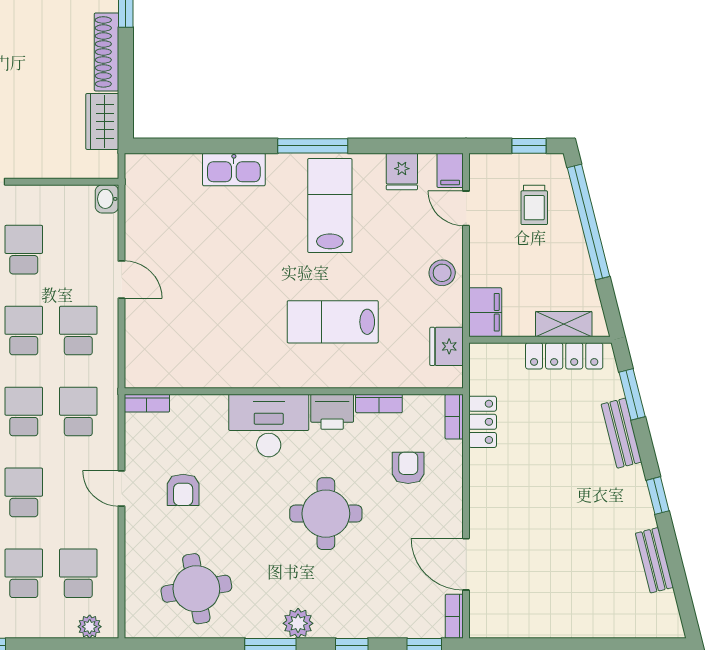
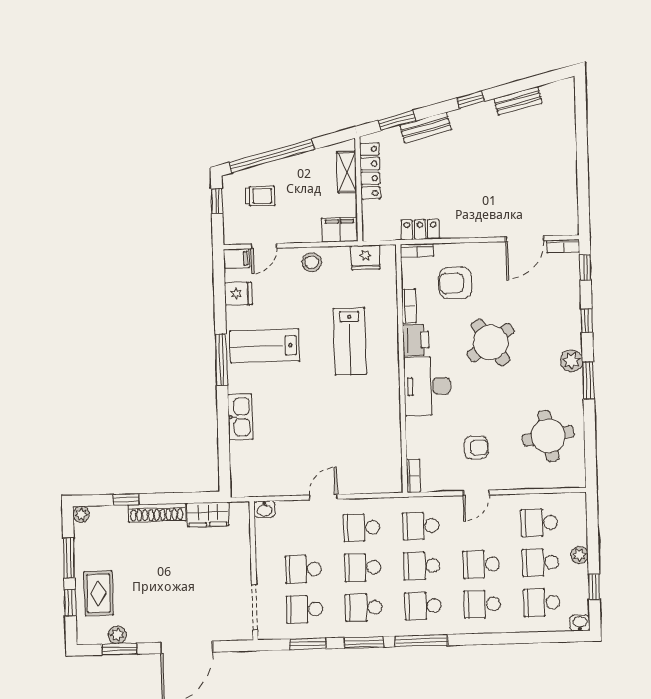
armchair: (408, 468) -> (455, 283), width x1.38, depth x1.38
round table: (326, 514) -> (491, 342), turned -35
plant: (90, 627) -> (579, 555), moved

